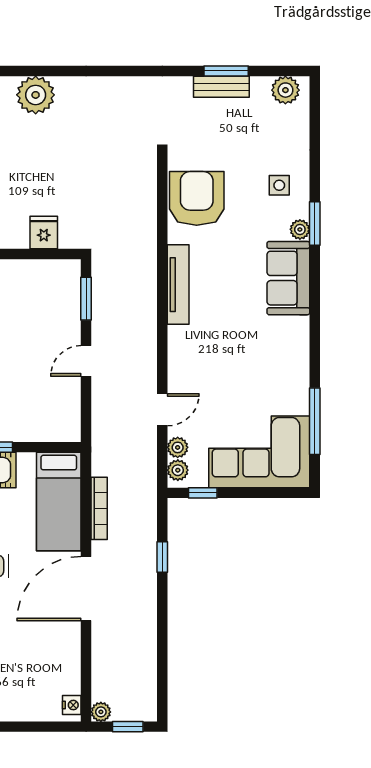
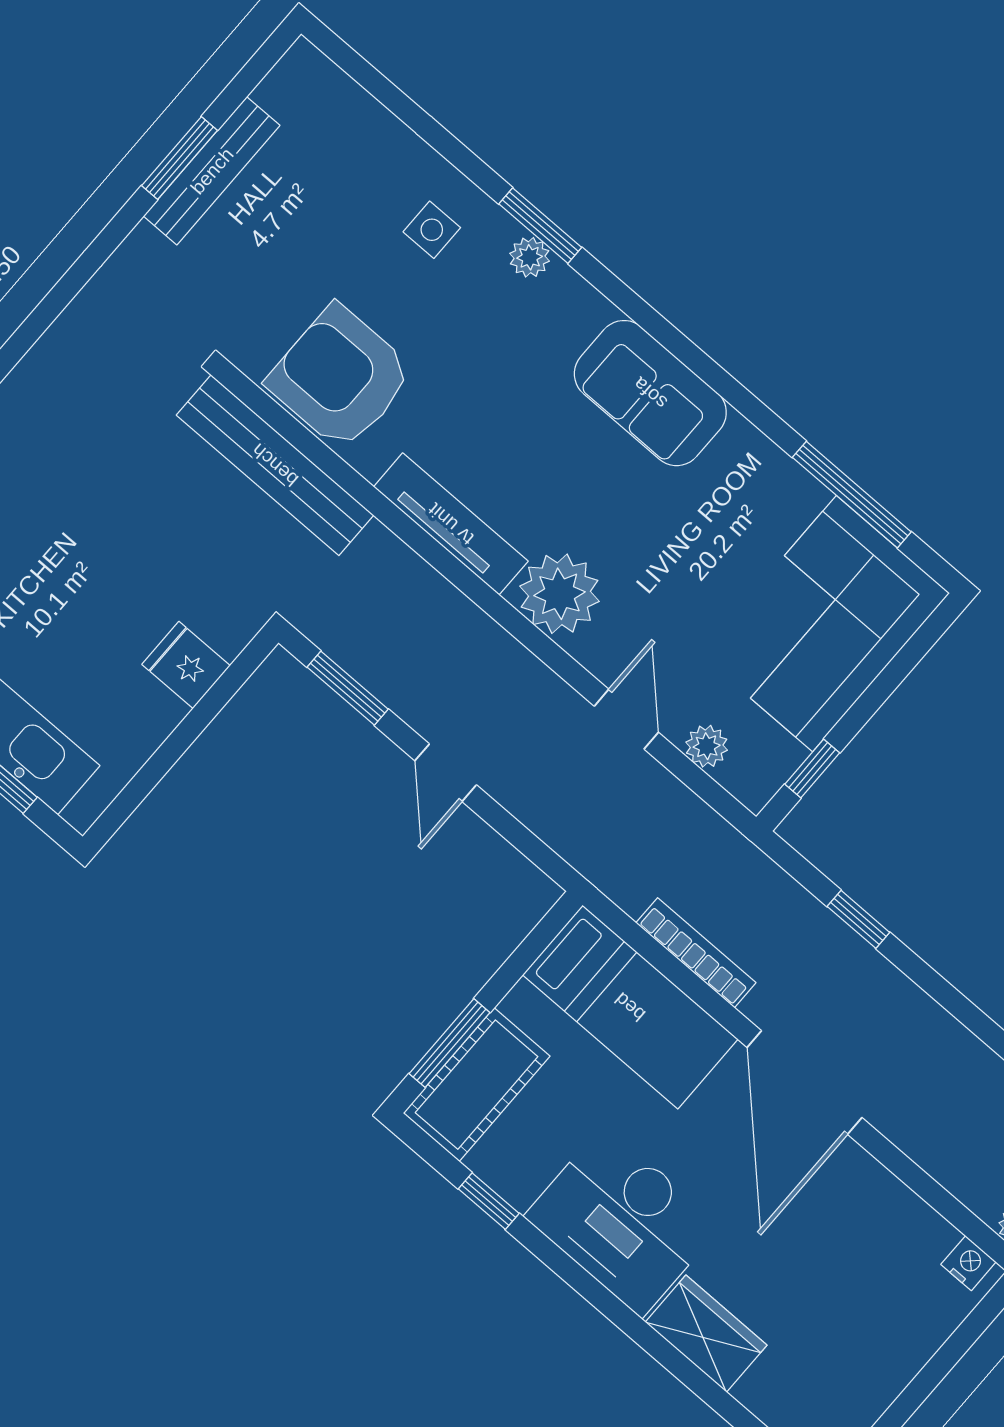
bench: (221, 87) -> (212, 171), width x1.36
plant: (285, 90) -> (290, 90), removed
bench: (144, 202) -> (275, 465), added
sofa: (288, 278) -> (650, 393), moved
plant: (178, 470) -> (560, 594), moved, width x1.87, depth x1.87

